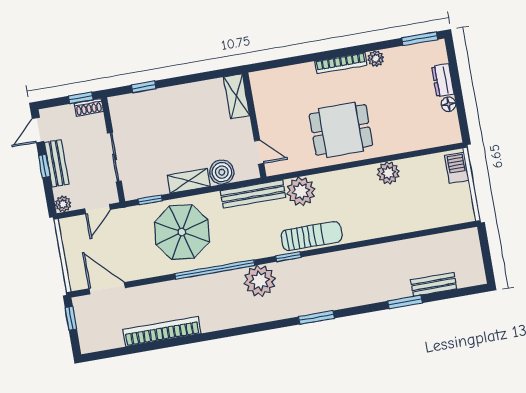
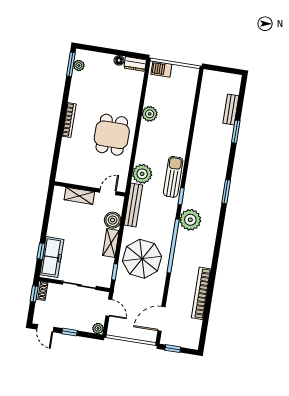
plant: (376, 59) -> (79, 65), moved
dresser: (443, 80) -> (135, 64), moved
shelving: (237, 96) -> (79, 196), moved
freezer: (141, 105) -> (52, 257), added
bench: (57, 163) -> (71, 324), removed

